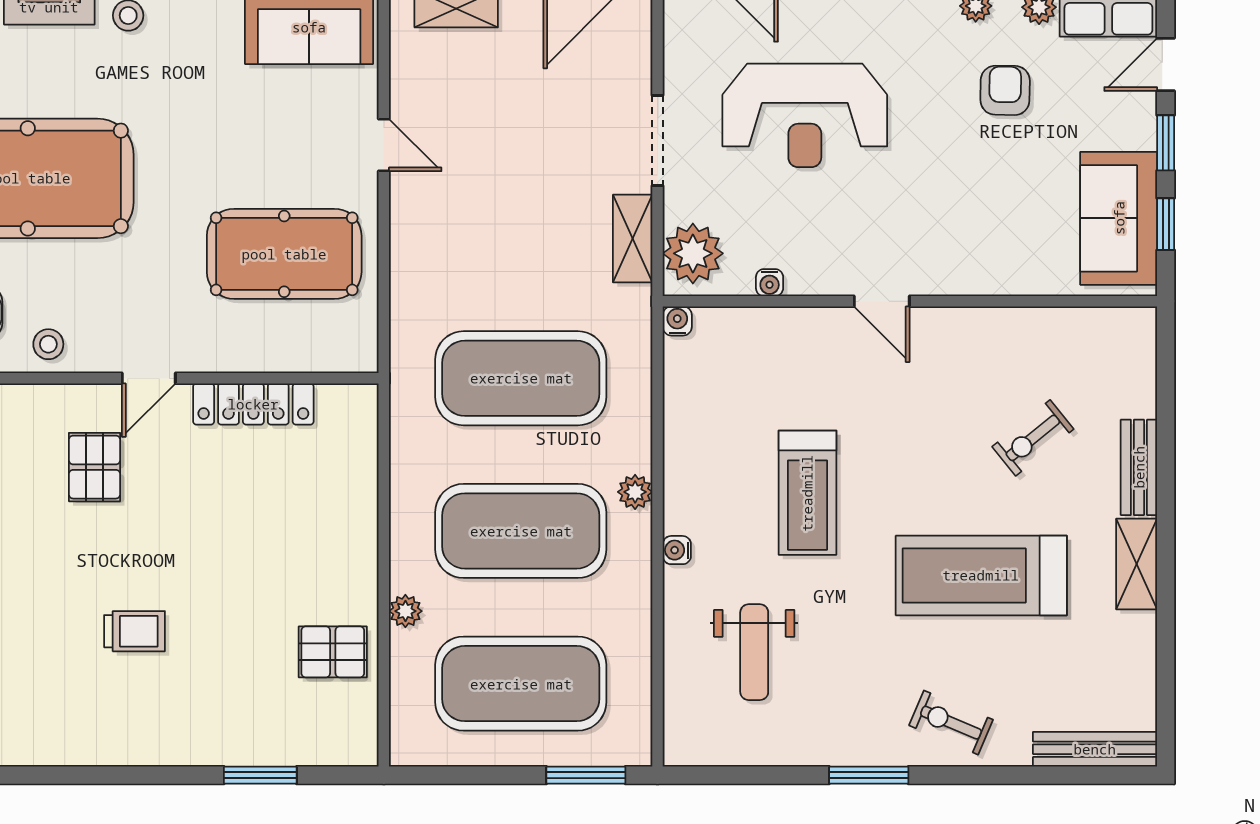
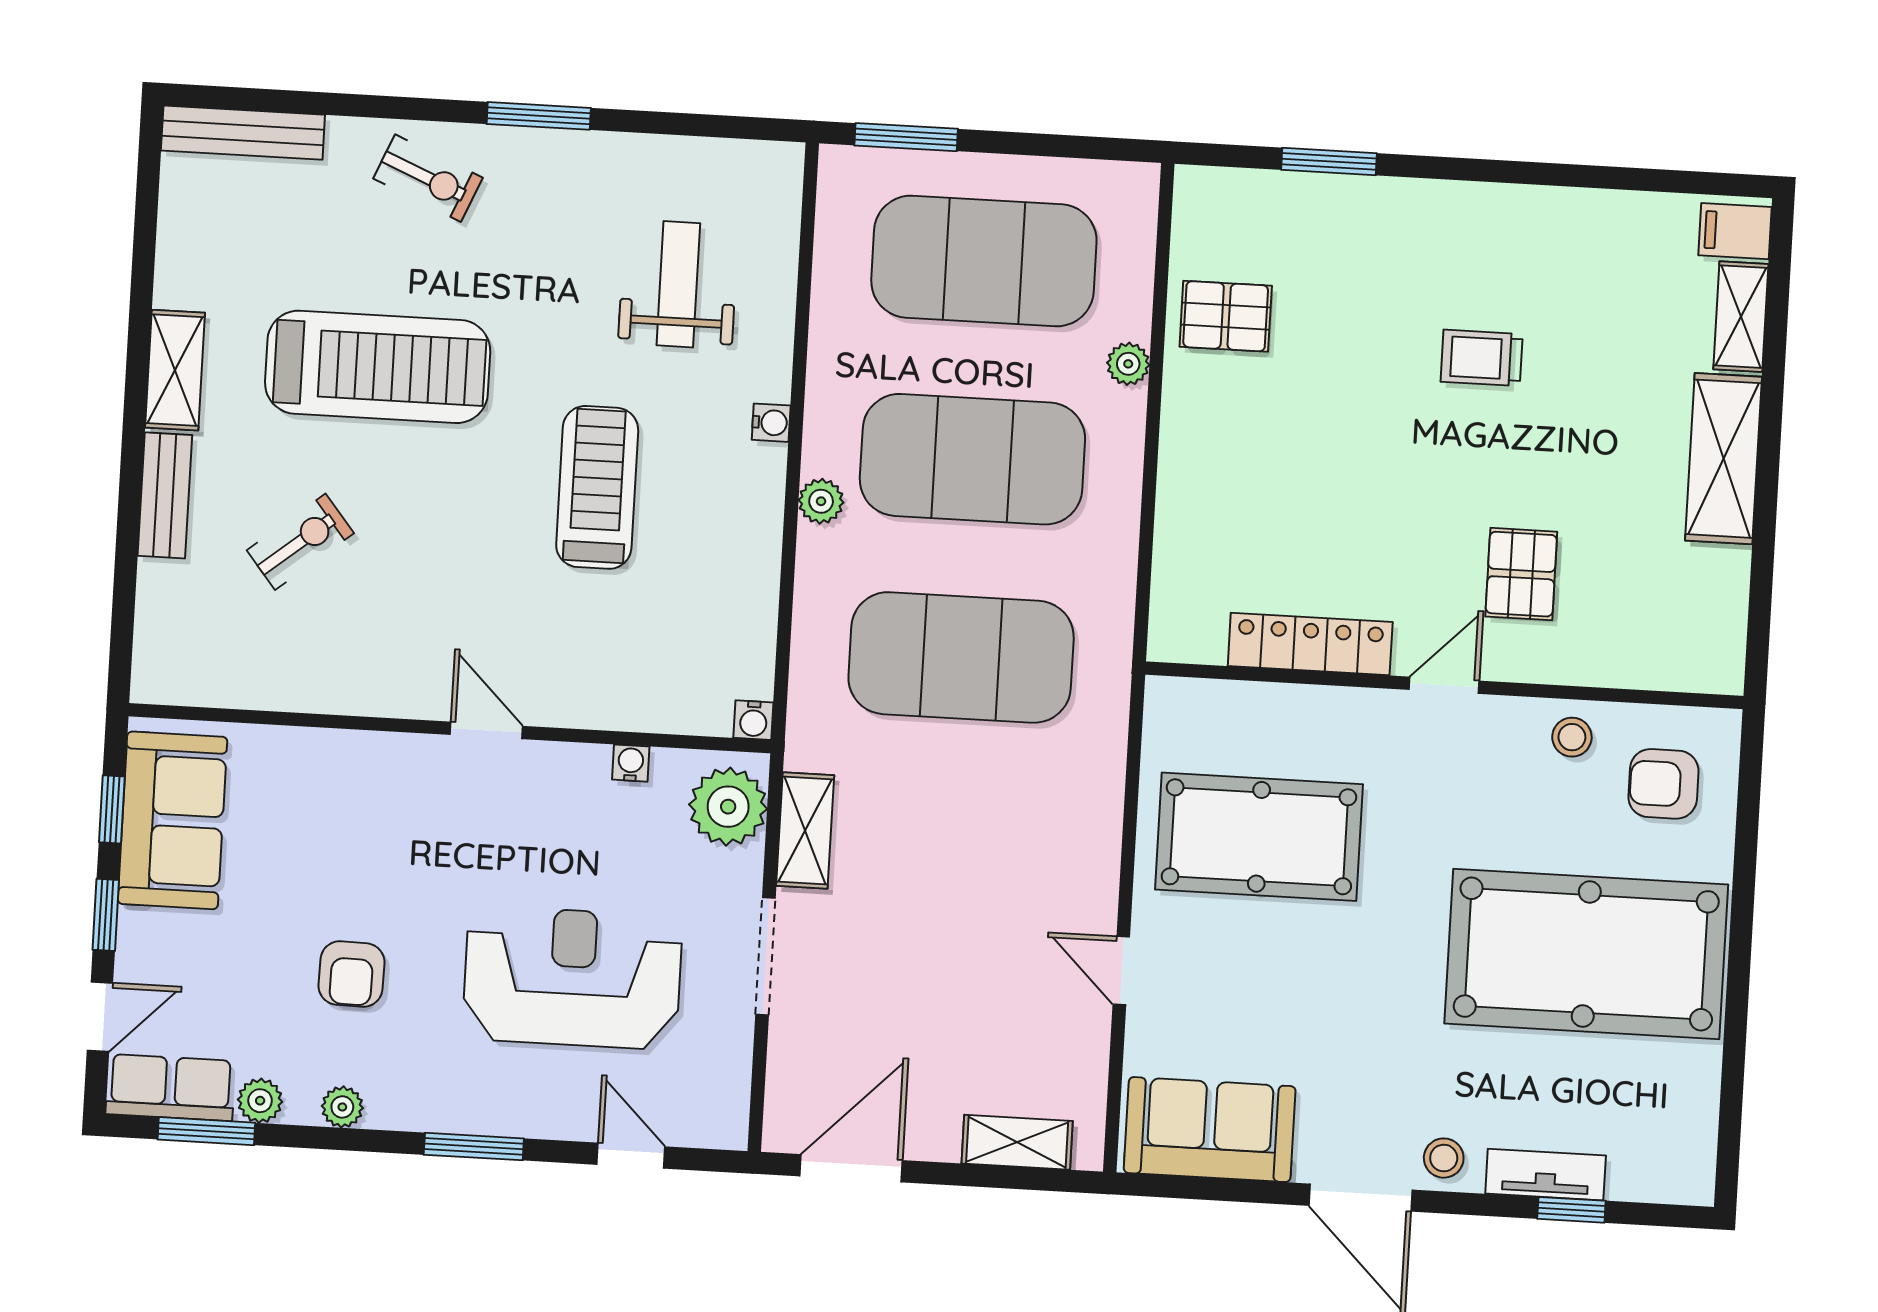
armchair: (1005, 90) -> (352, 974), moved

